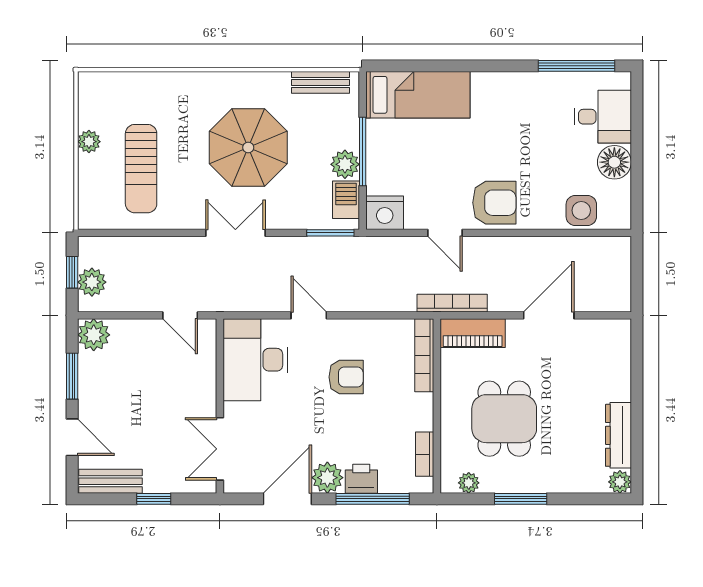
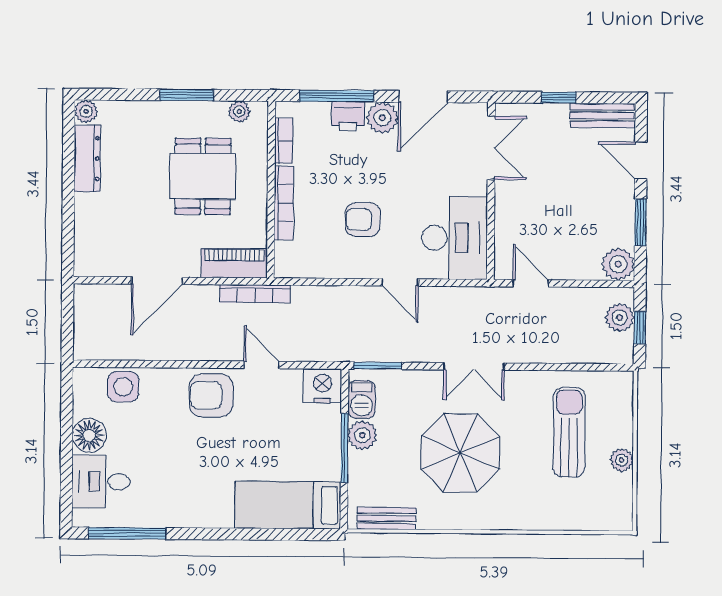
bookcase: (424, 355) -> (284, 203), moved

